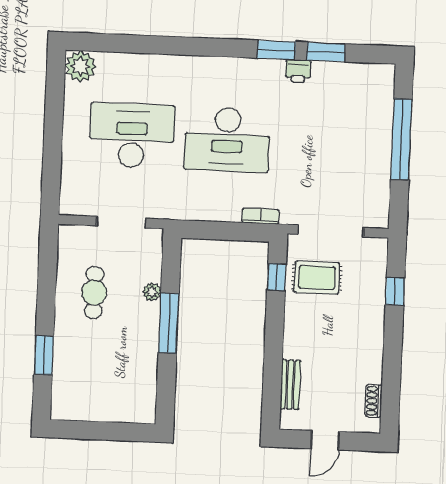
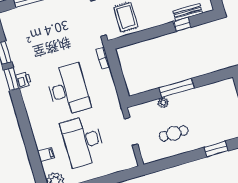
filing cabinet: (131, 66) -> (46, 154), added
printer: (298, 71) -> (23, 80), moved
window: (277, 277) -> (182, 24), moved

